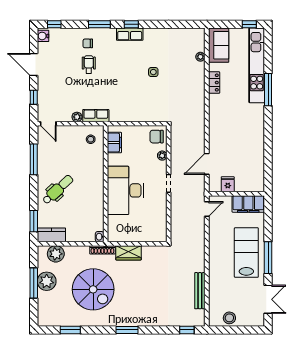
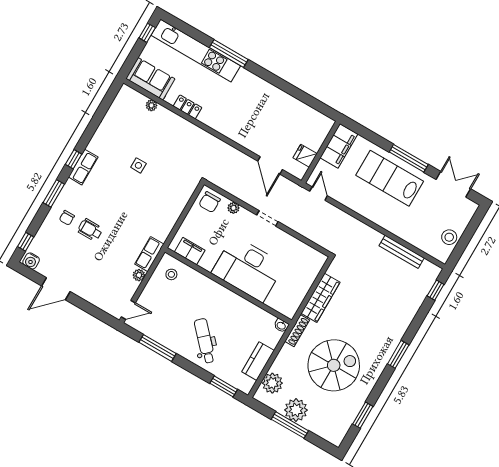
window: (34, 97) -> (91, 309), removed
kitchen counter: (51, 235) -> (258, 361), moved
wardrobe: (129, 253) -> (320, 298), width x1.50

